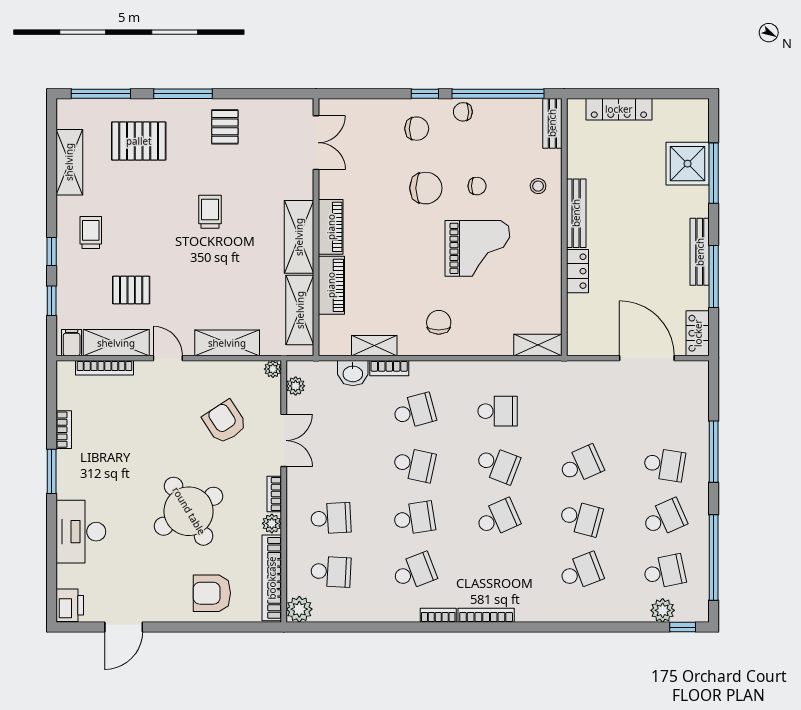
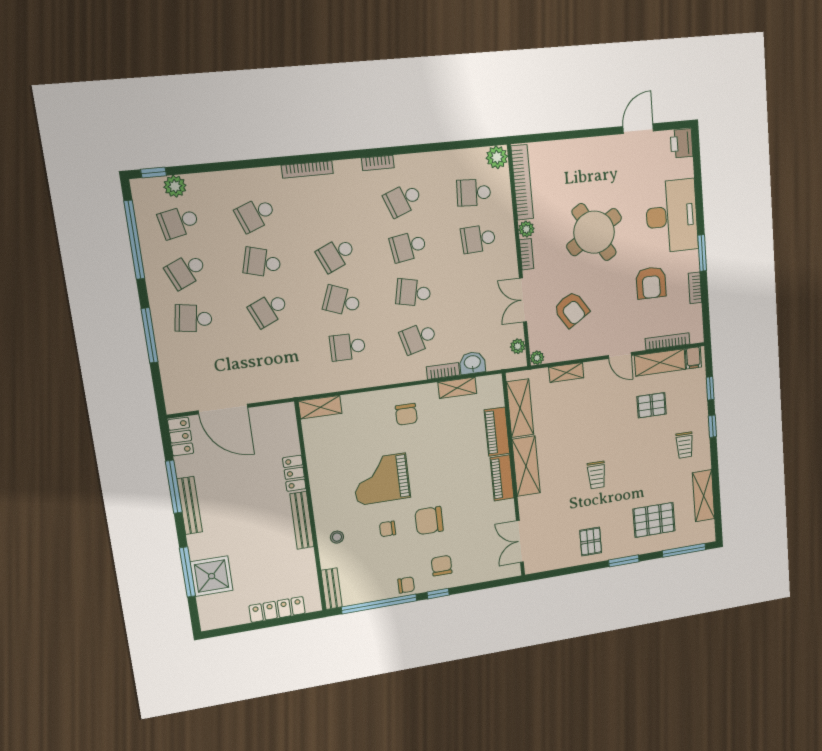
window: (183, 94) -> (624, 561), width x0.69
chair: (417, 129) -> (442, 566), turned 90
shelving: (227, 343) -> (566, 372), width x0.67, depth x0.75
desk: (81, 532) -> (672, 216), width x1.36, depth x1.30
armchair: (212, 593) -> (651, 283), moved, turned 90
bookcase: (486, 615) -> (307, 169), moved

